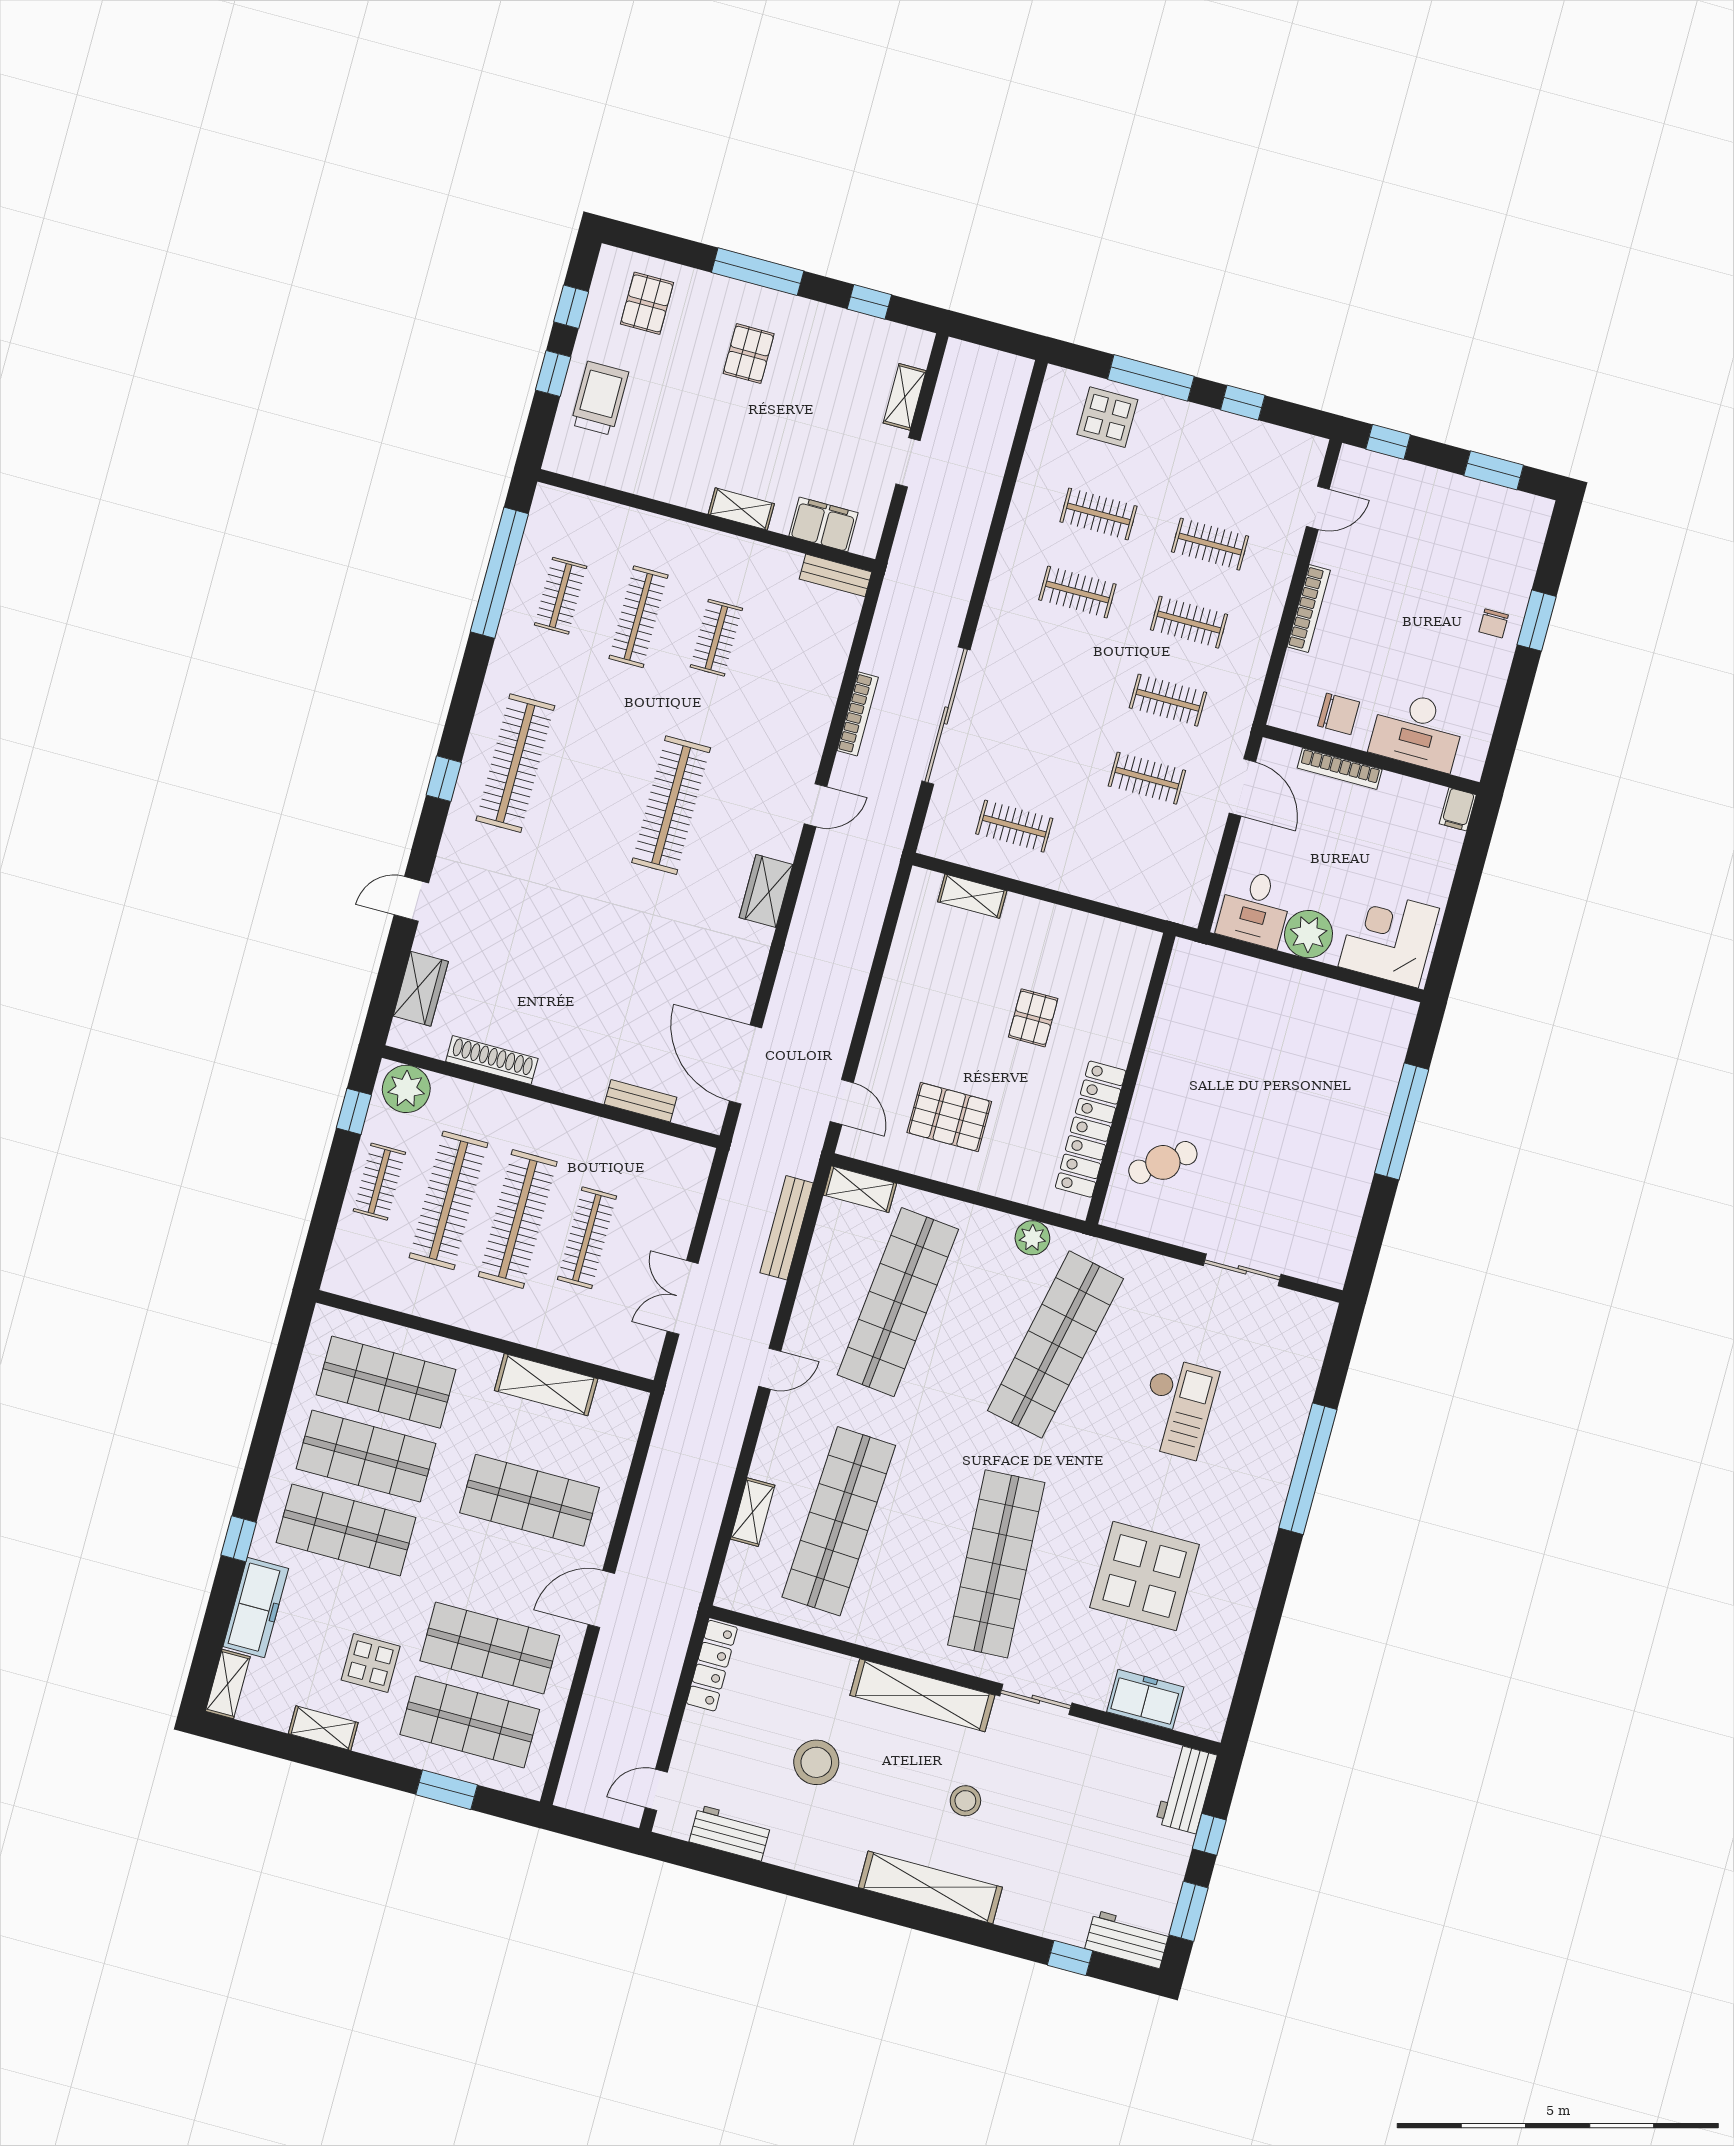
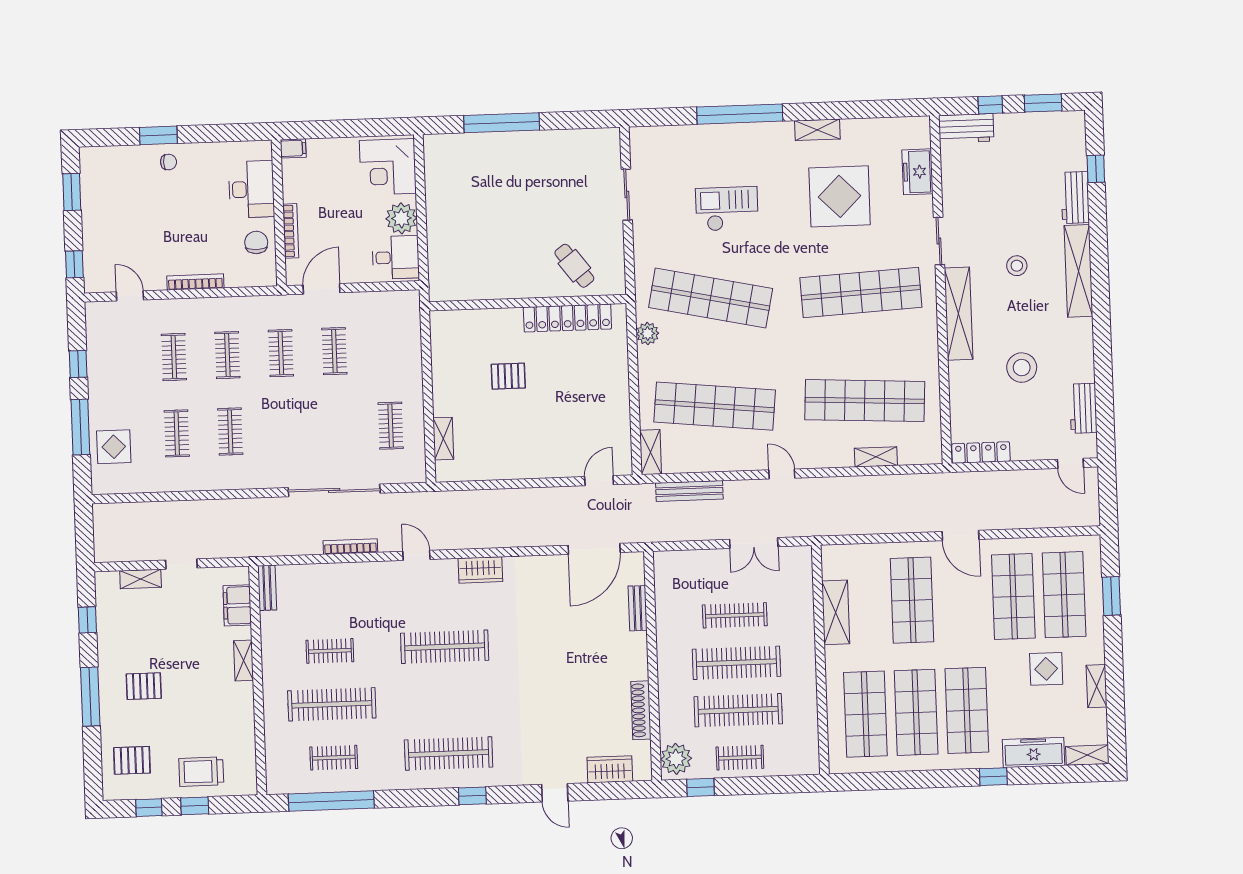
clothes rail: (638, 617) -> (332, 704), width x1.37, depth x1.31
pallet: (949, 1117) -> (587, 410), removed
shelving: (1250, 1574) -> (817, 130), added
workbench: (1127, 1939) -> (1075, 197), moved

